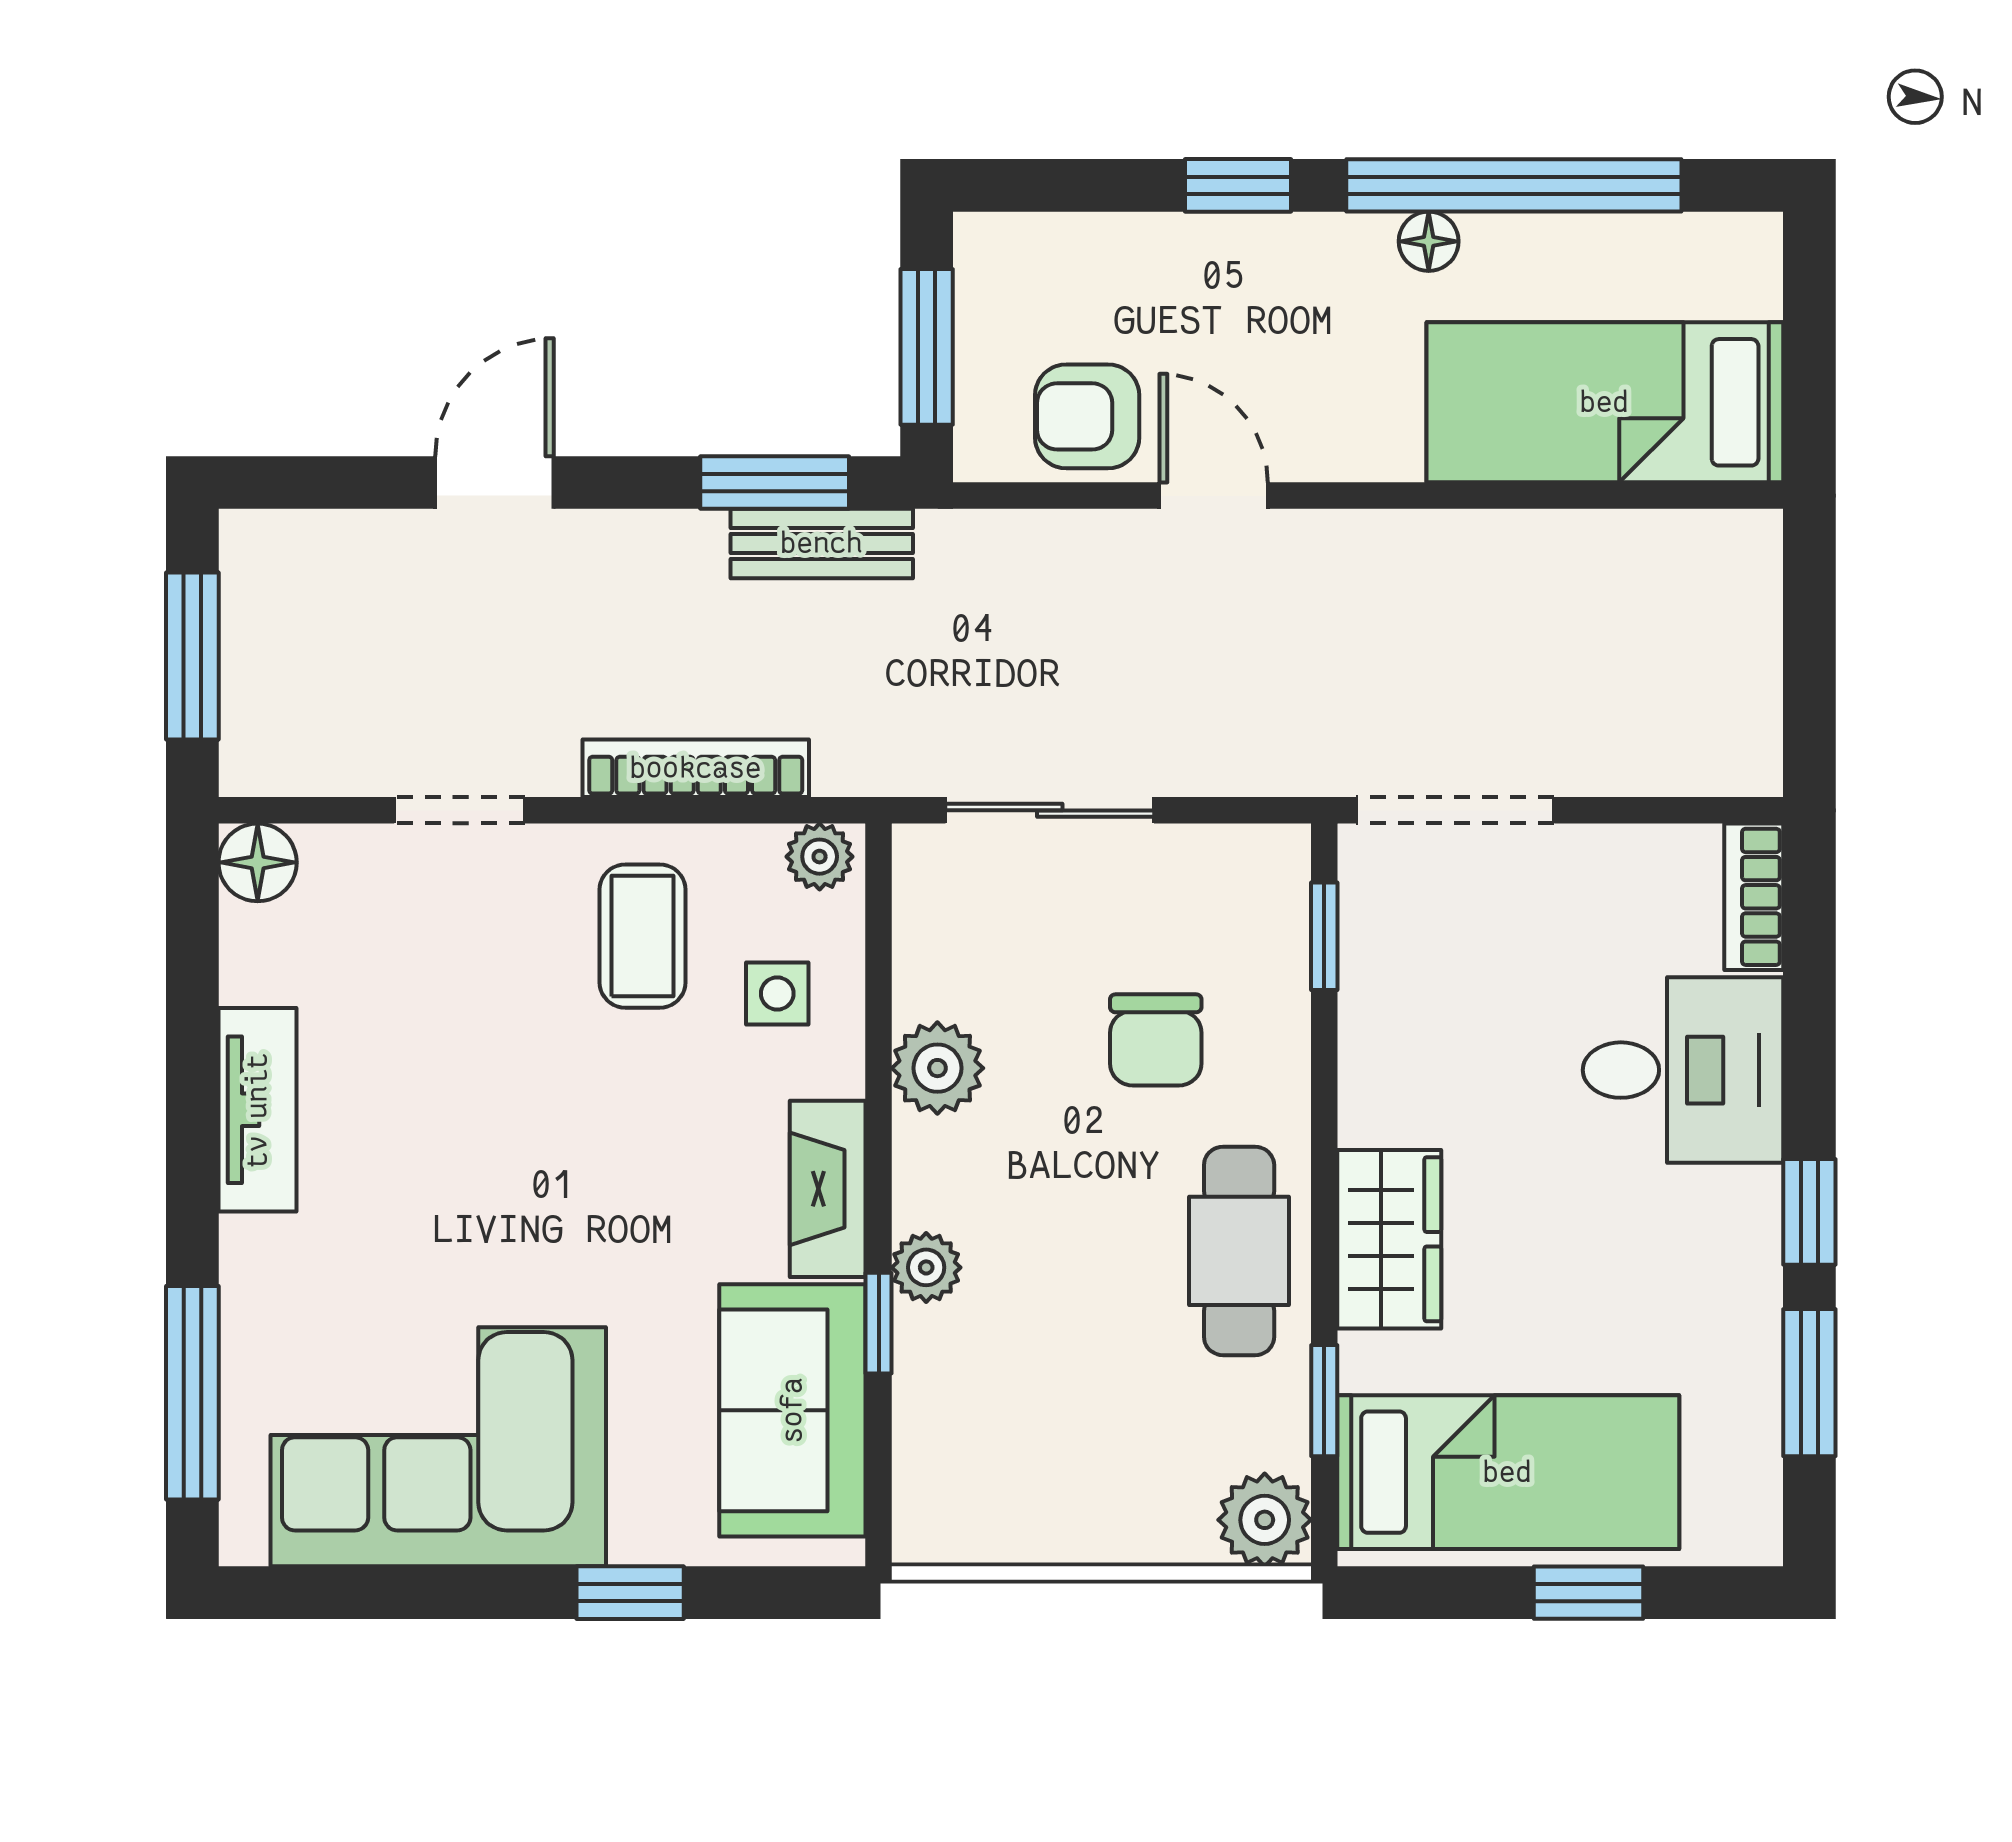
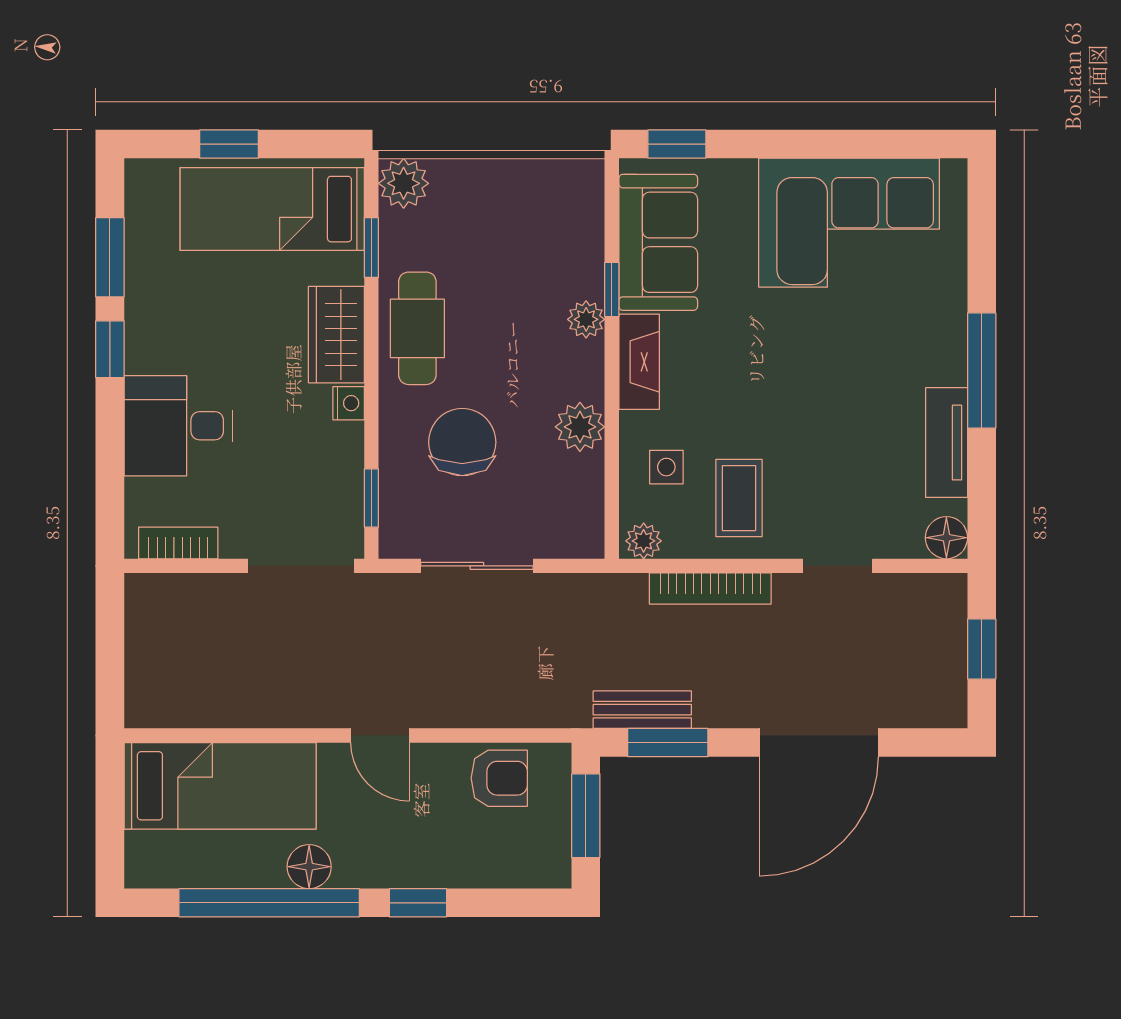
floor lamp: (1429, 241) -> (309, 867), width x1.37, depth x1.37
door: (494, 482) -> (819, 743), width x1.87
door: (1214, 496) -> (380, 735), moved
window: (192, 656) -> (982, 649), width x0.67
sliding door: (1050, 810) -> (477, 566), moved
bookcase: (1754, 897) -> (178, 543), moved, turned -90
chair: (1156, 1040) -> (462, 442), width x1.37, depth x1.37
tv unit: (257, 1110) -> (947, 443), moved
nightstand: (1367, 1112) -> (349, 403), added
window: (192, 1393) -> (982, 371), moved
window: (630, 1593) -> (677, 144), moved

